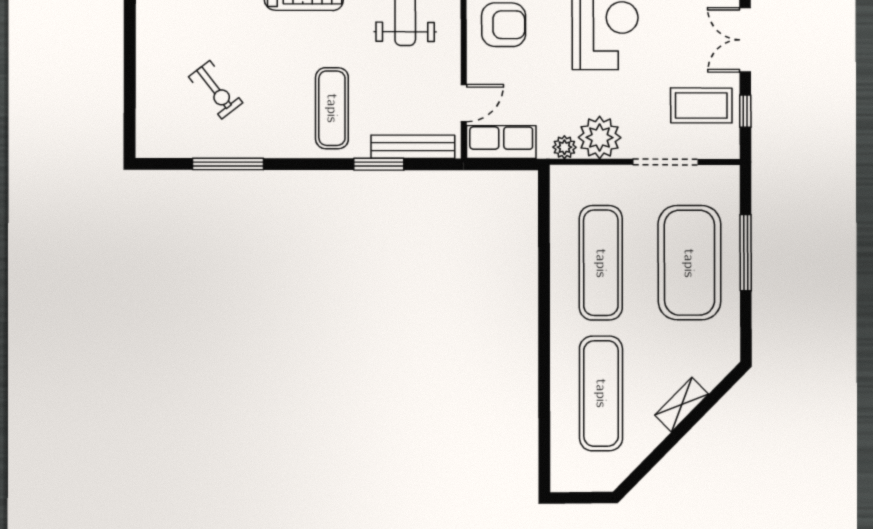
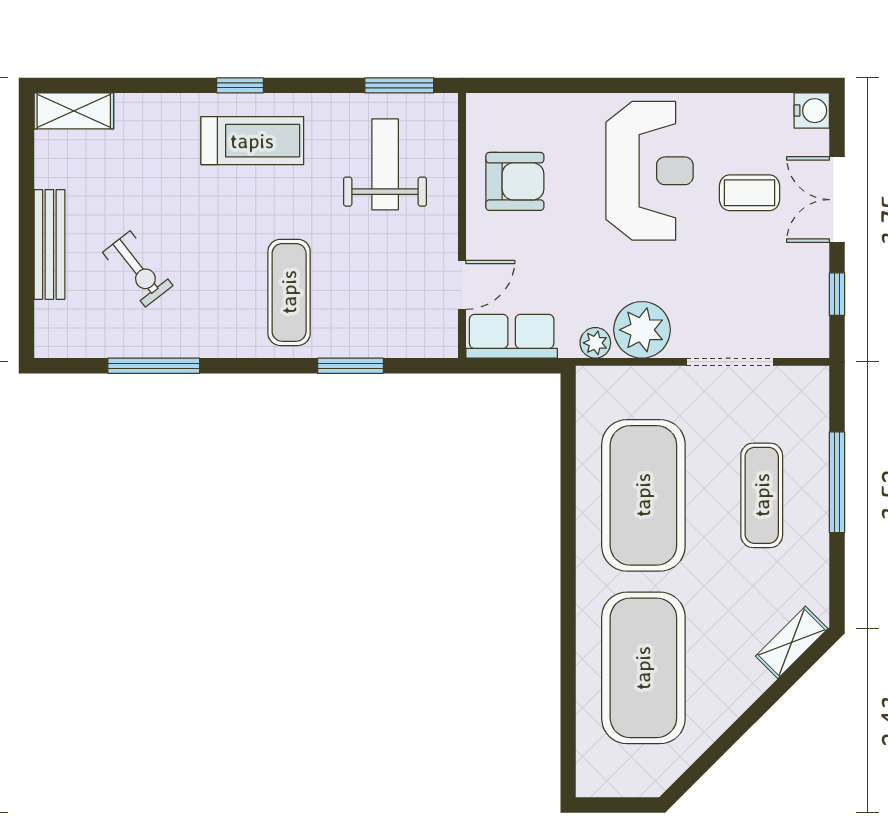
coffee table: (701, 105) -> (749, 193), moved, width x0.73, depth x0.77
bench: (413, 147) -> (49, 244), moved, turned 90
exercise mat: (601, 263) -> (643, 495), width x1.47
exercise mat: (689, 263) -> (762, 495), width x0.50, depth x0.69
exercise mat: (601, 393) -> (643, 668), width x1.47
shelving: (682, 405) -> (792, 642), moved

